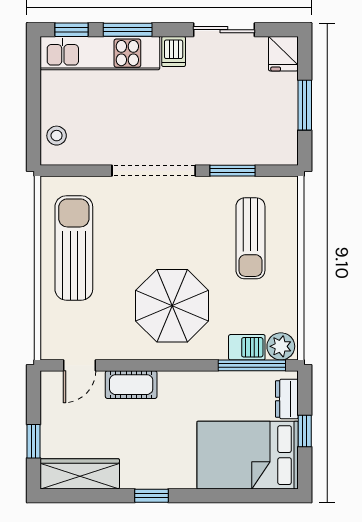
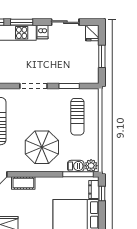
doorway: (154, 171) -> (33, 86), width x0.73
window: (305, 431) -> (102, 193), moved

